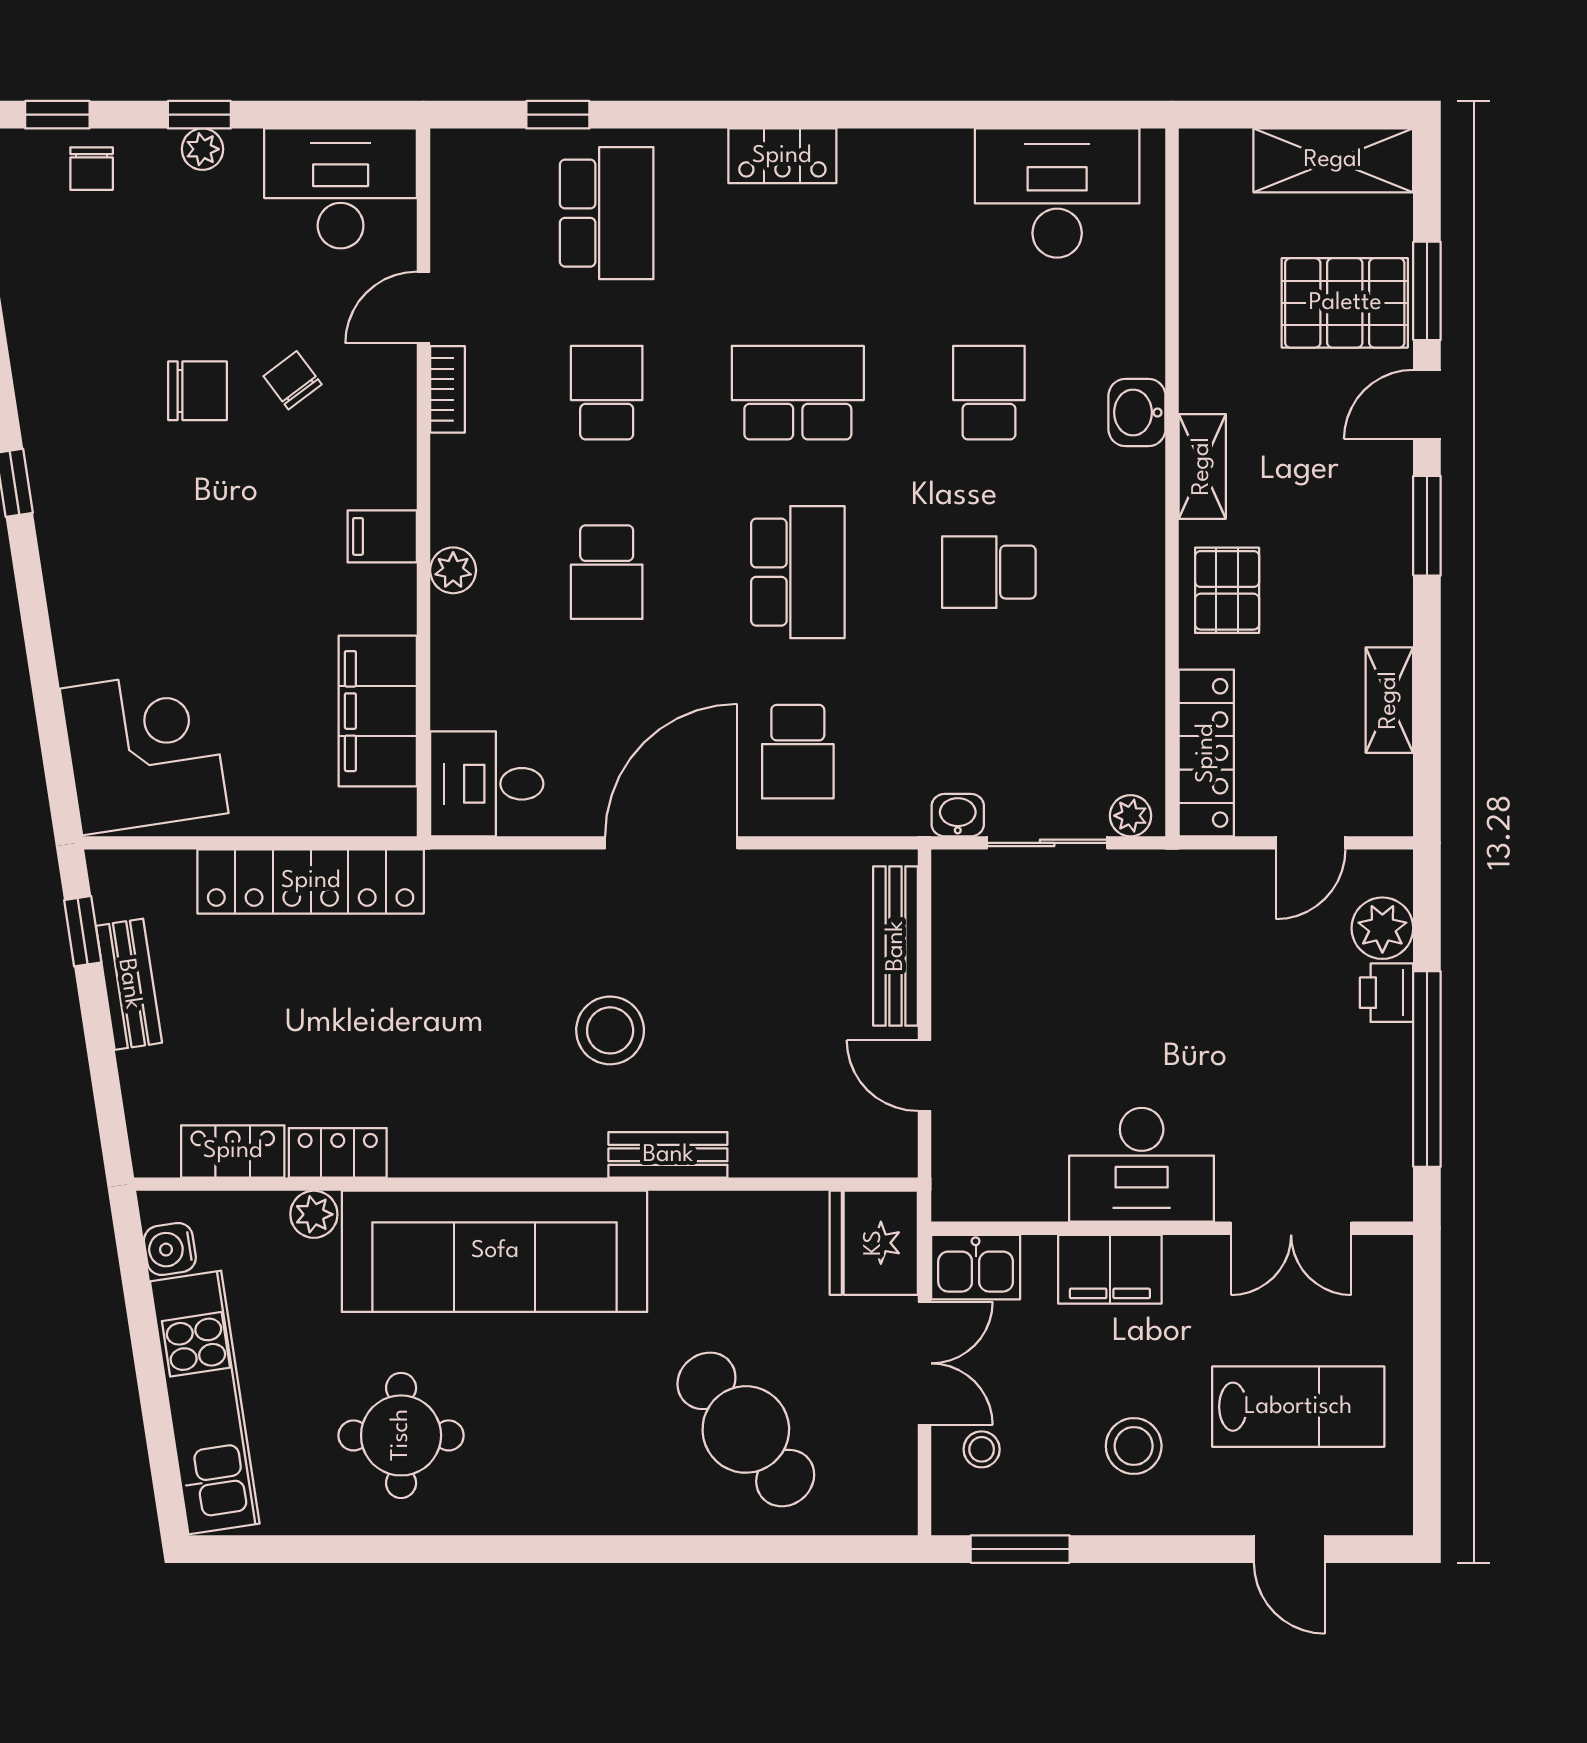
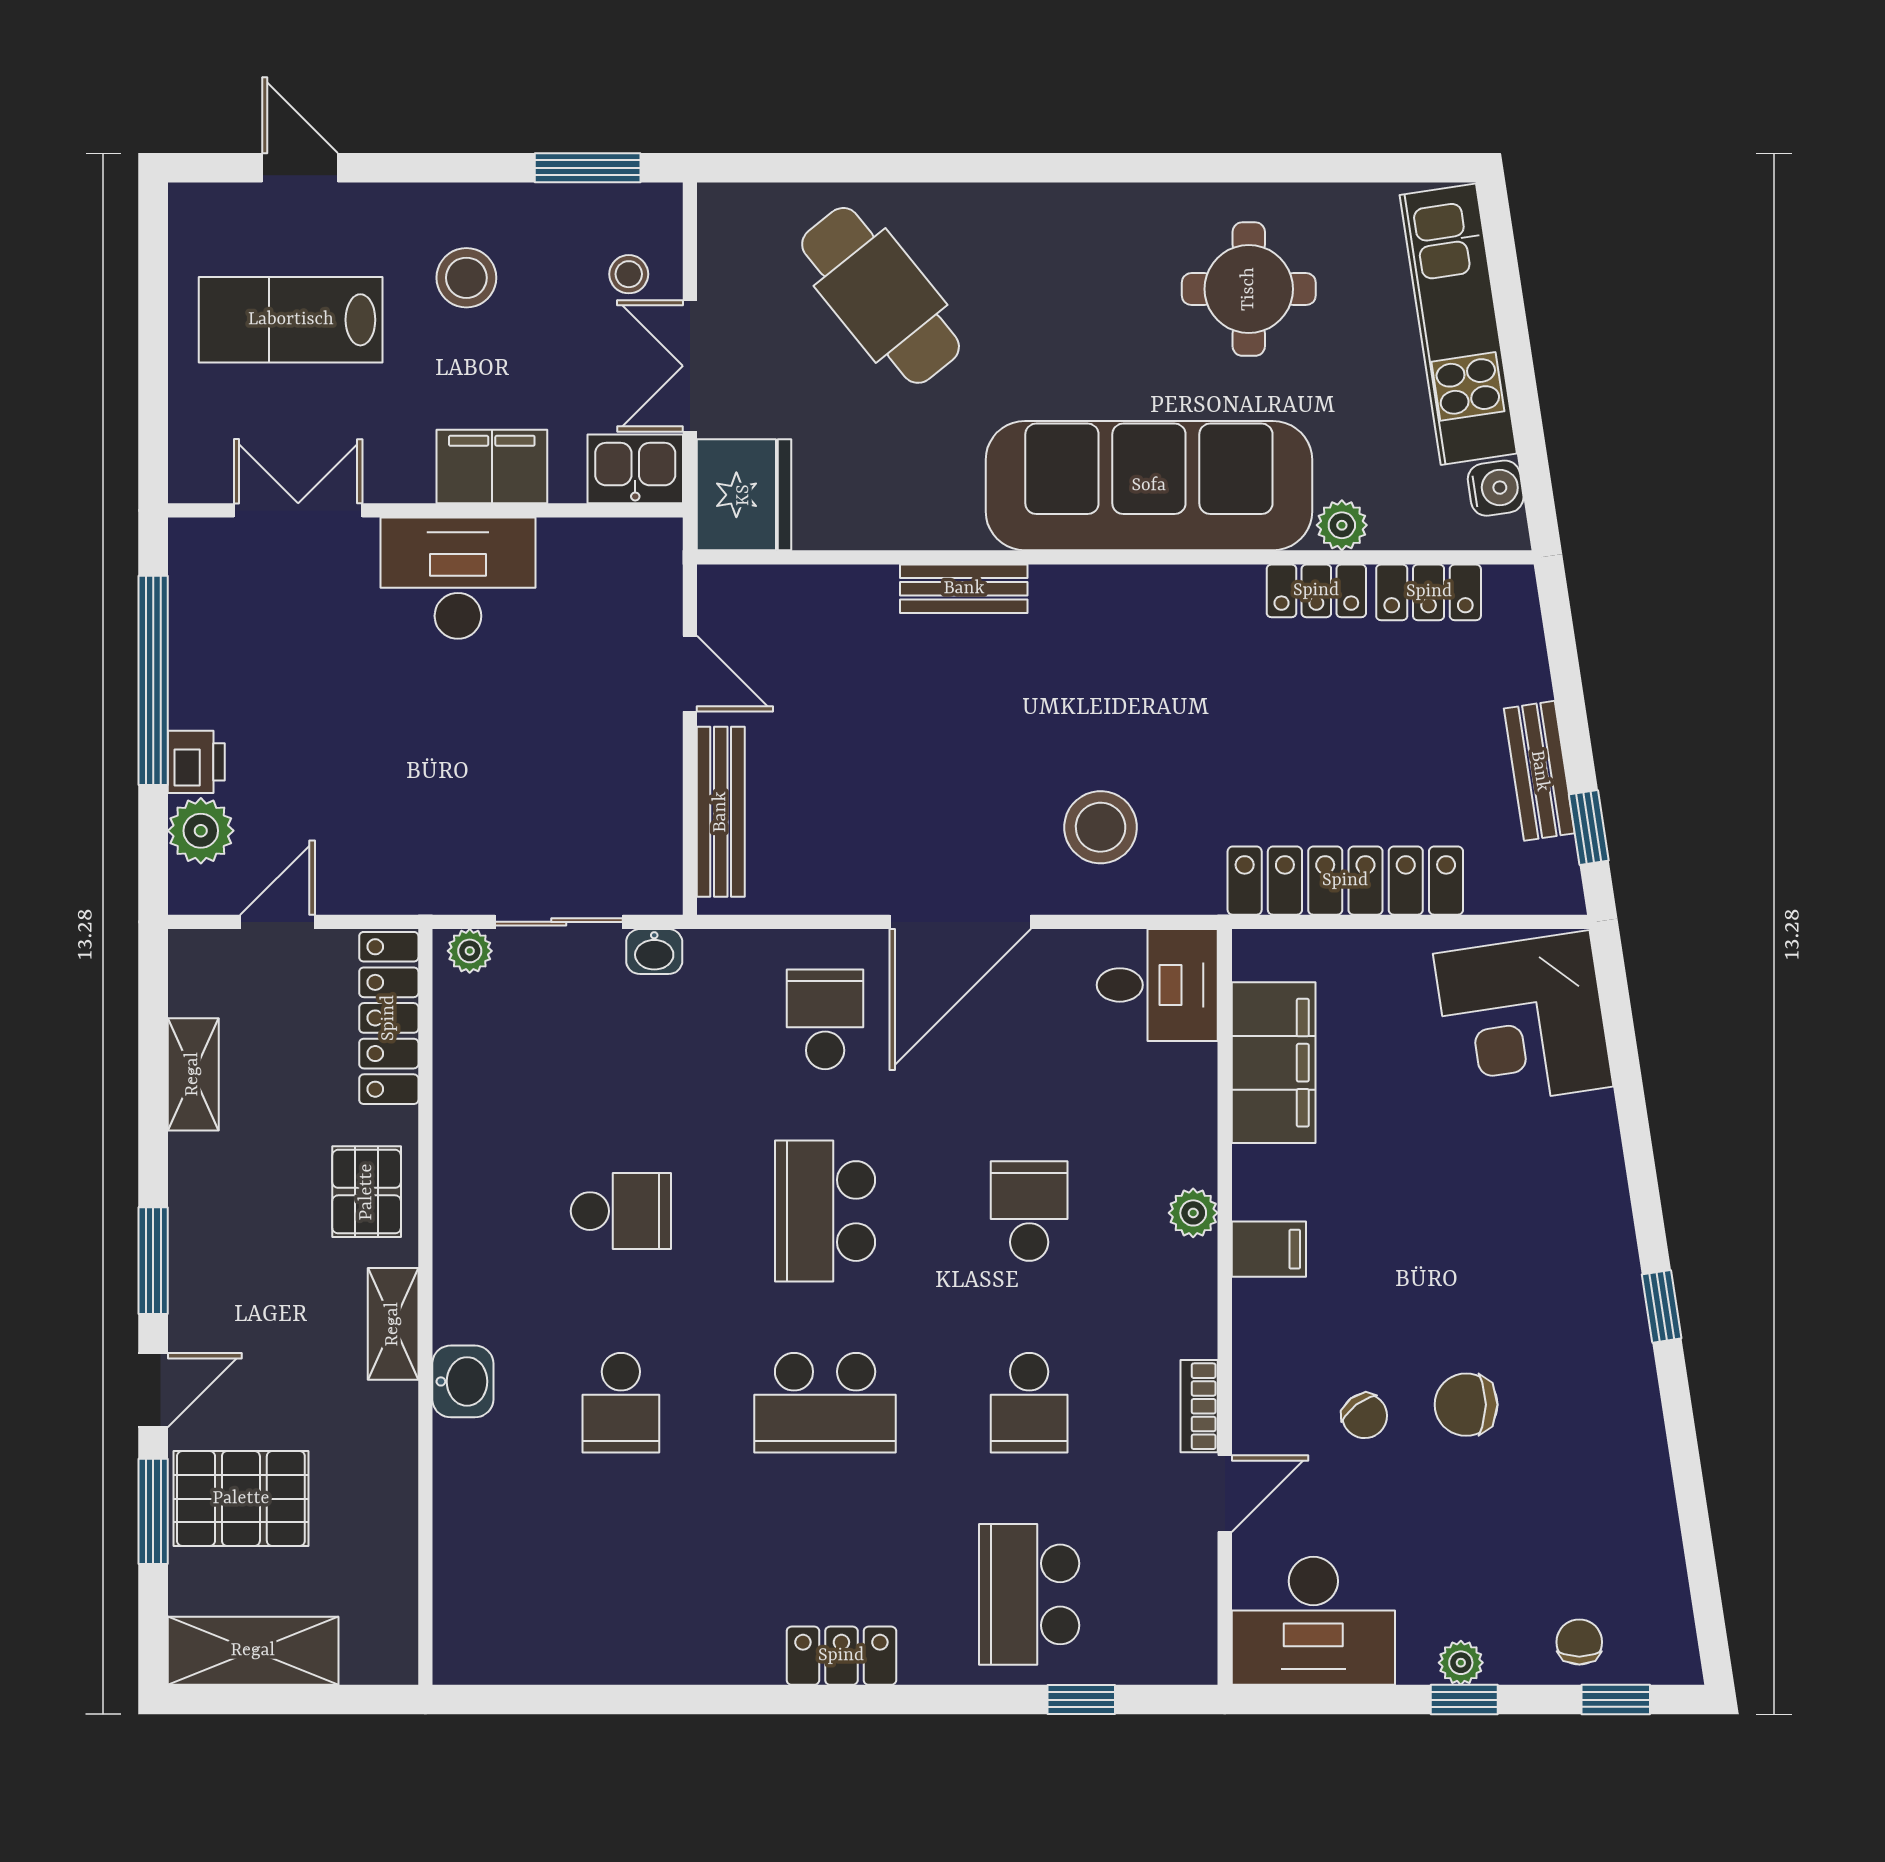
desk: (1057, 193) -> (548, 1616), removed
stool: (610, 1030) -> (1101, 827), moved

